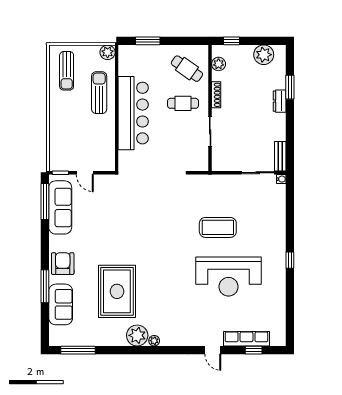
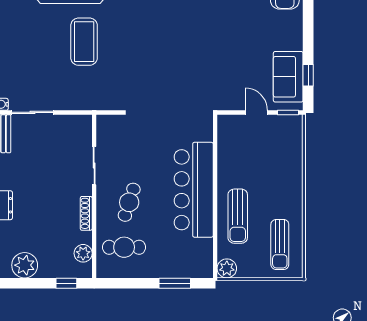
cafe table: (187, 69) -> (124, 247), turned -35
sun lounger: (67, 71) -> (280, 244), turned 180
cafe table: (183, 103) -> (129, 202), turned -72
window: (45, 202) -> (308, 75), width x0.46
sofa: (60, 207) -> (288, 77), width x0.73
coffee table: (218, 227) -> (84, 42), turned 90

